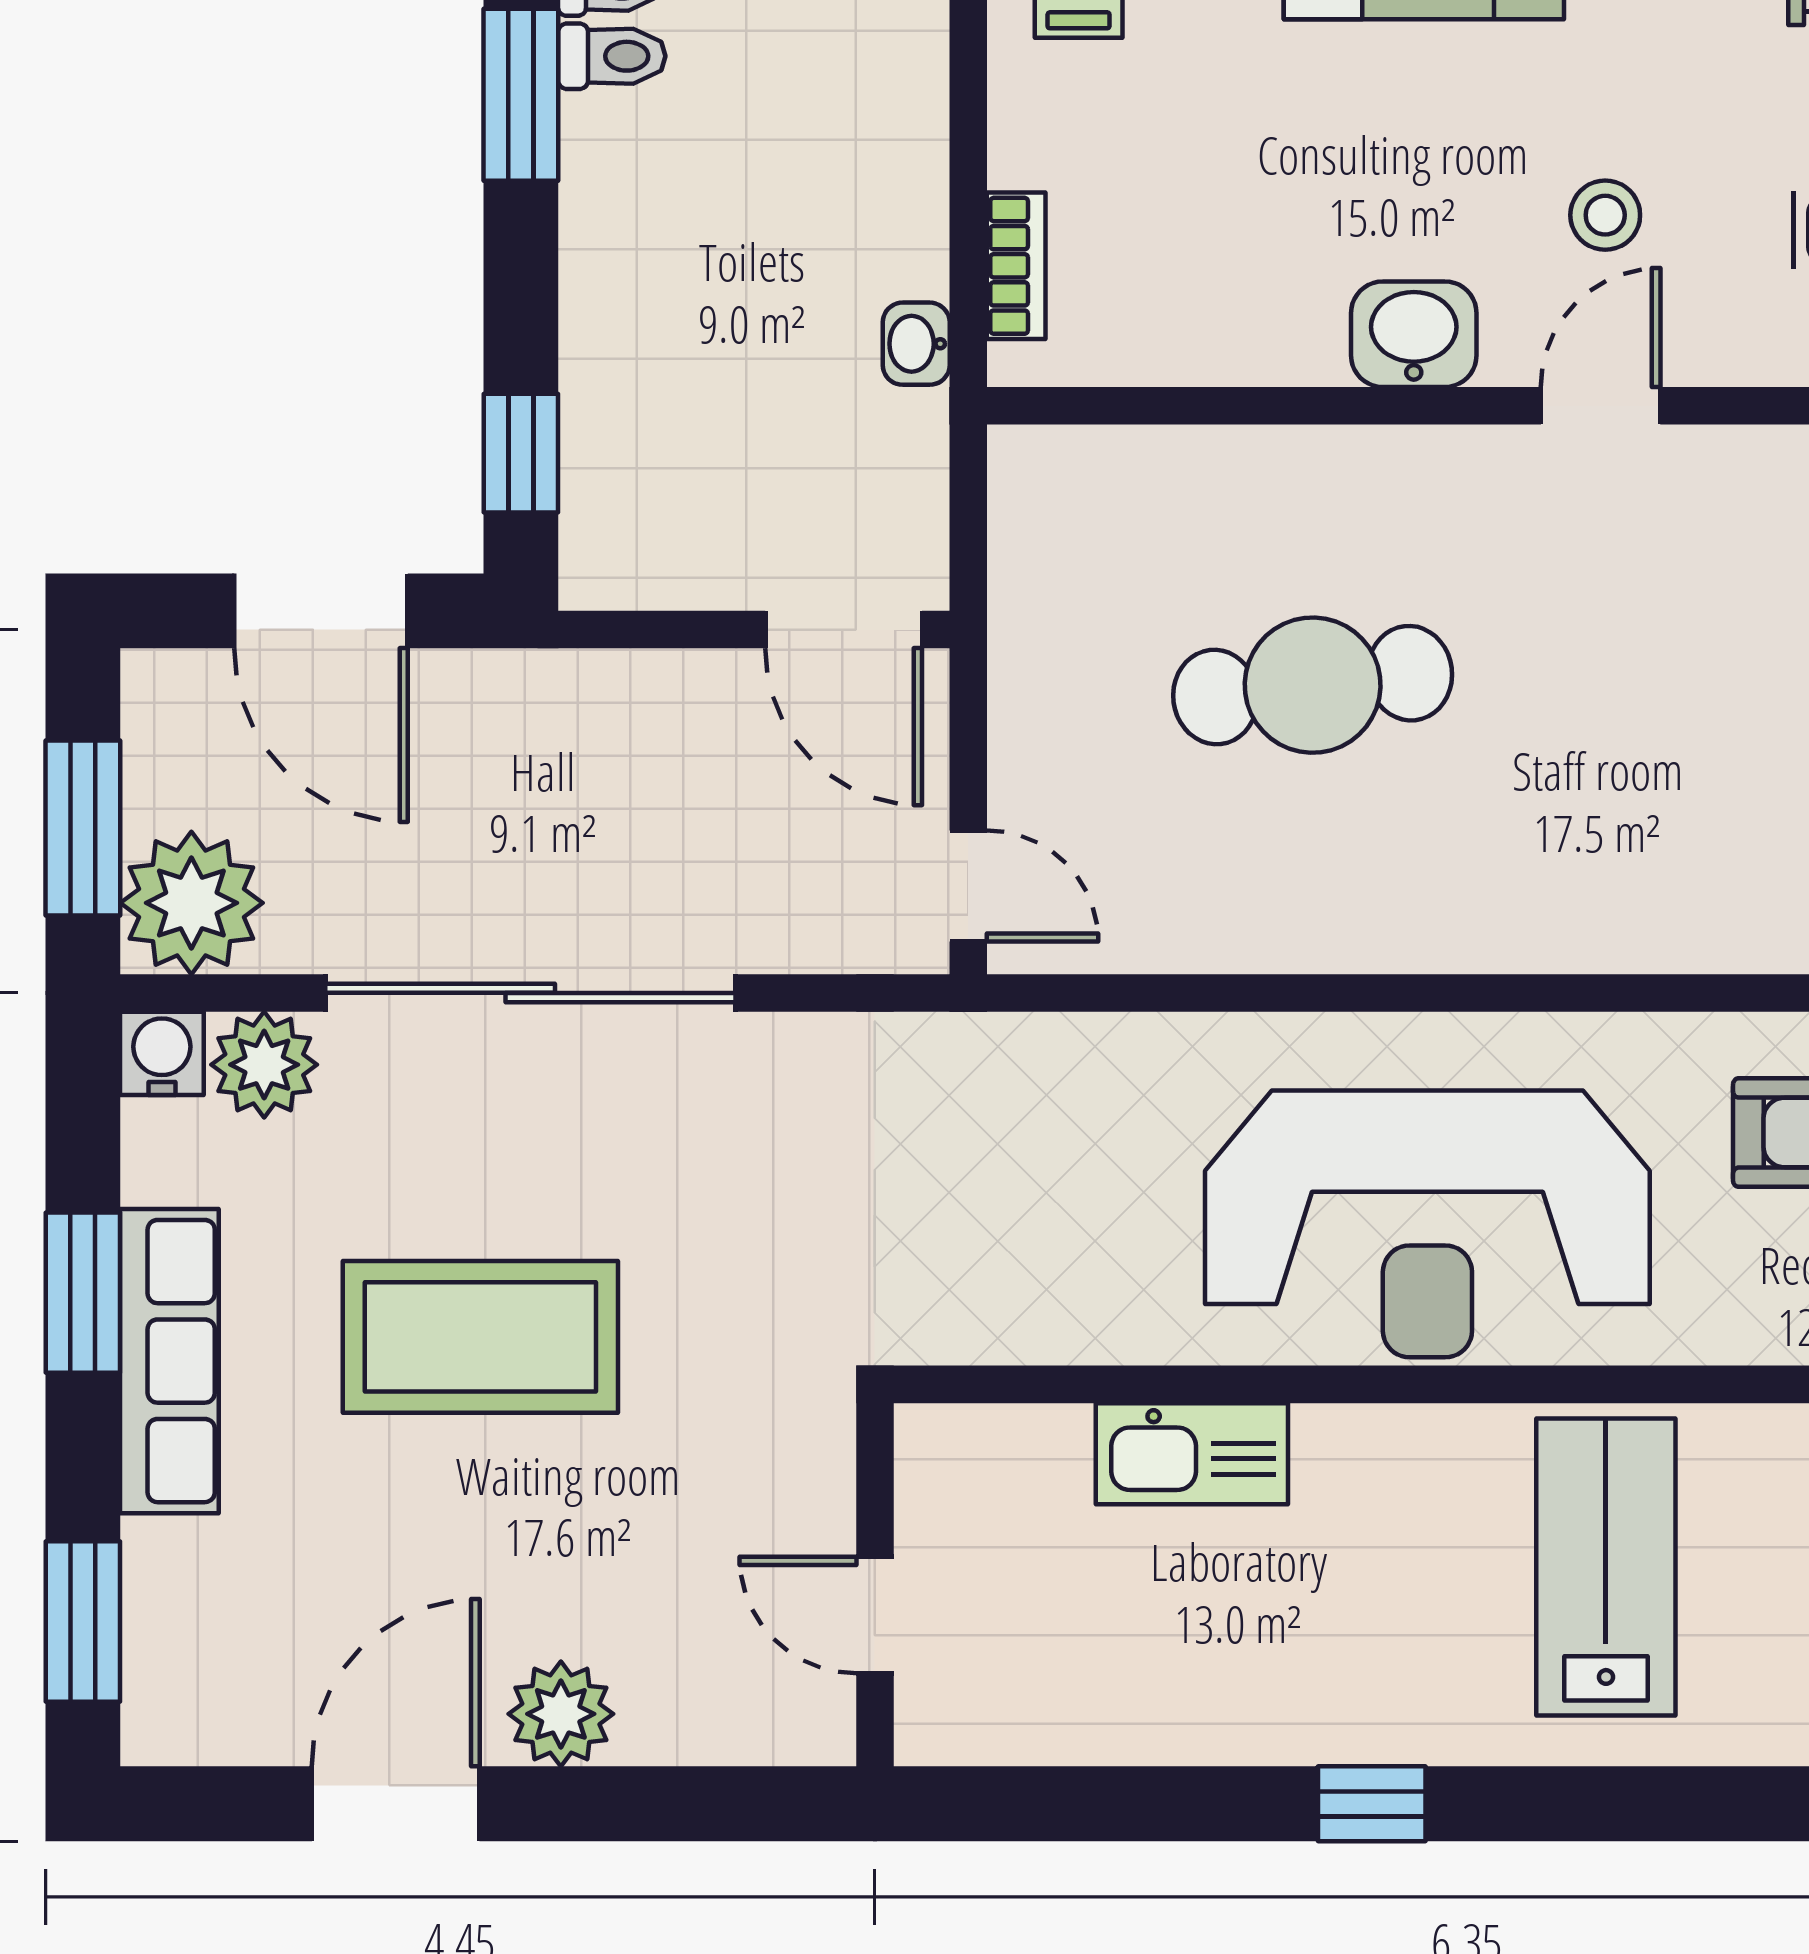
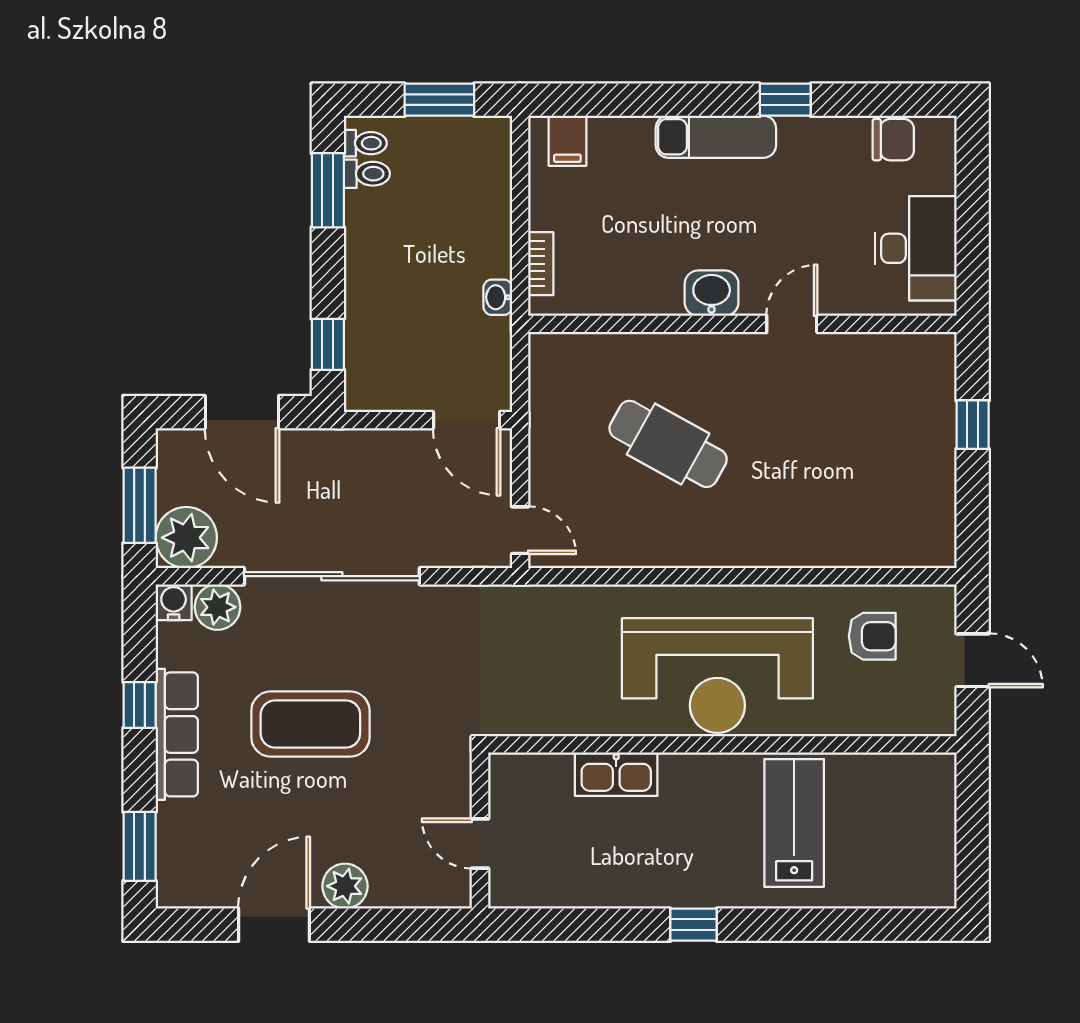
stool: (1605, 215) -> (794, 242), removed
cafe table: (1313, 685) -> (668, 444), turned 36
window: (83, 1293) -> (140, 705), width x0.67

